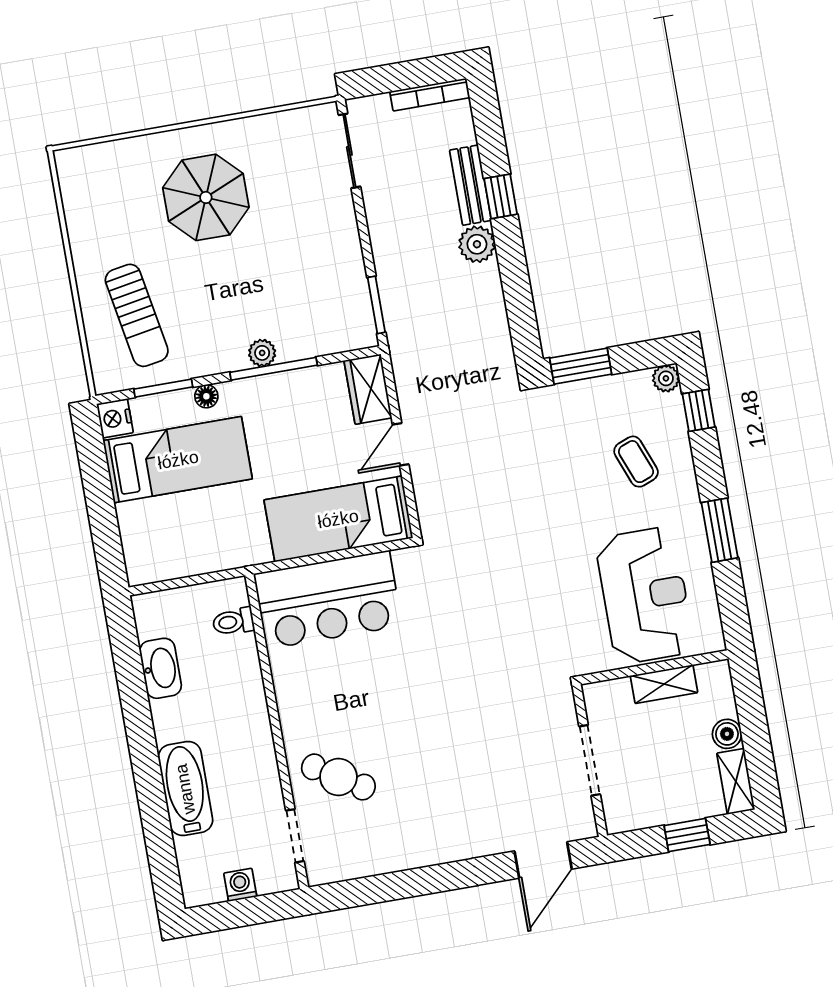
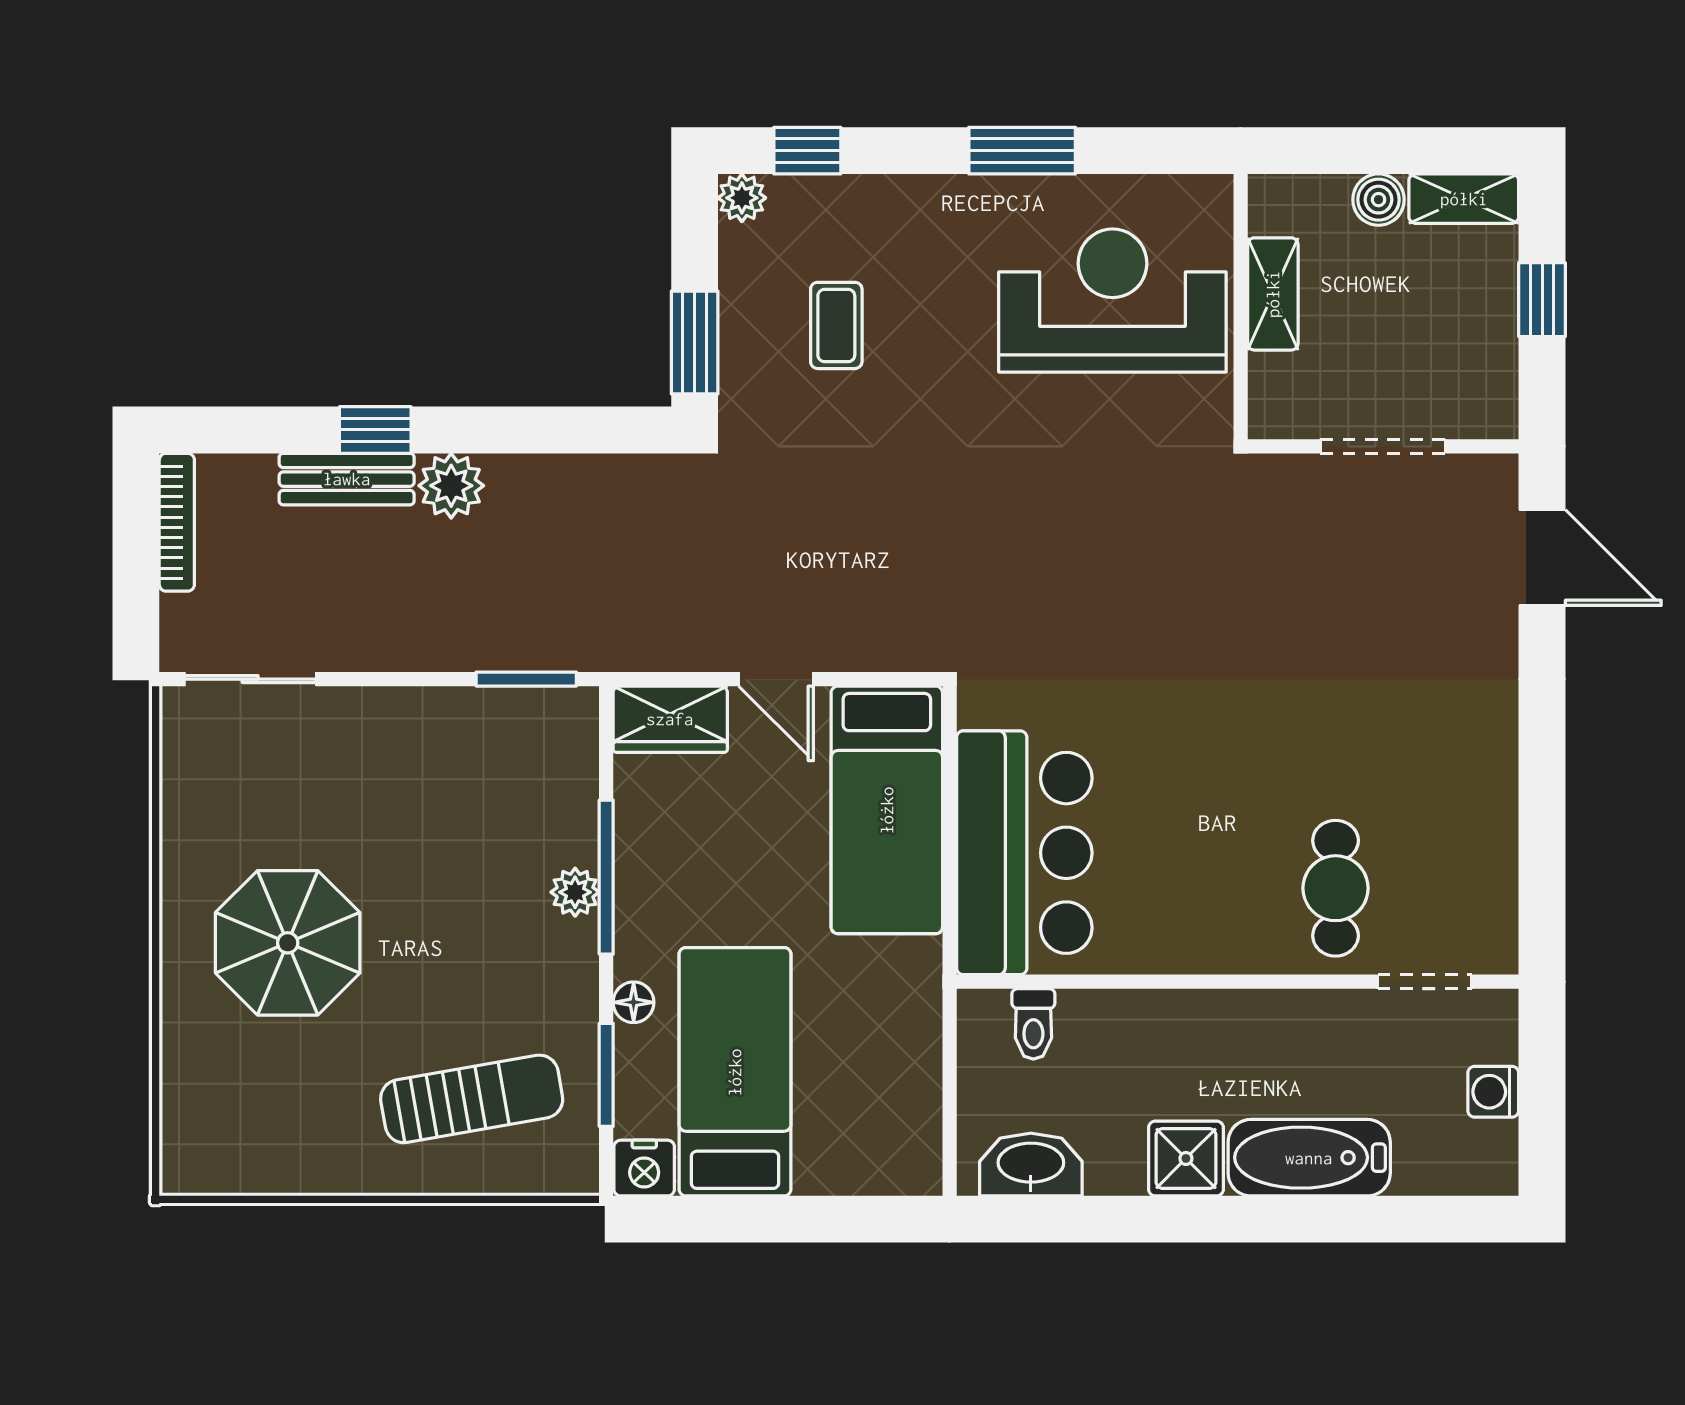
coffee table: (636, 462) -> (836, 325), moved, turned -69
washbasin: (161, 668) -> (1031, 1165), moved
shower: (173, 720) -> (1186, 1158), added
cafe table: (338, 777) -> (1336, 888), turned -32

